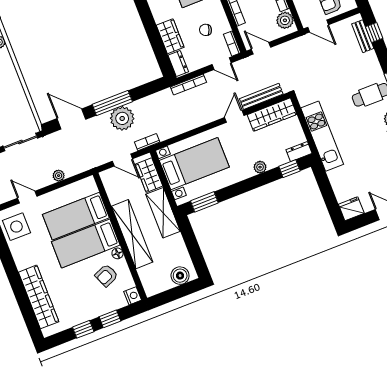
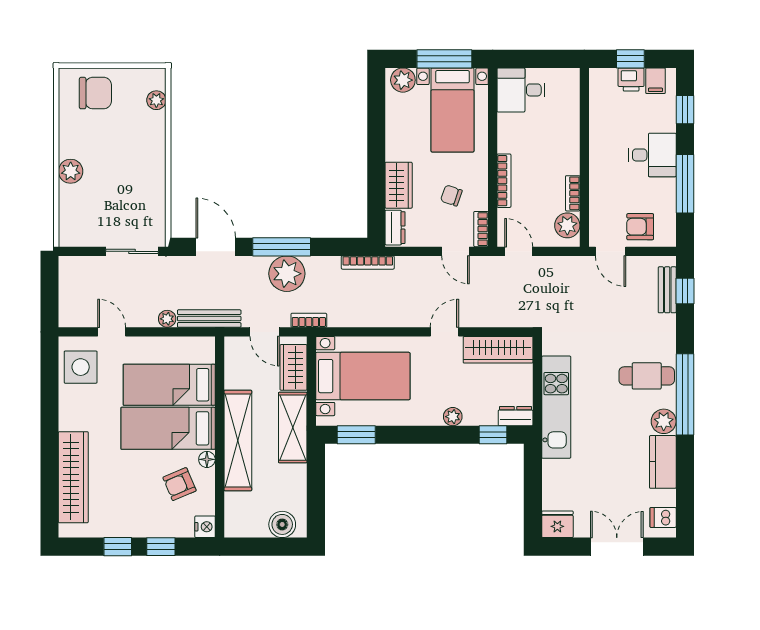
bookcase: (188, 85) -> (368, 263), moved
bench: (261, 96) -> (209, 319), moved

